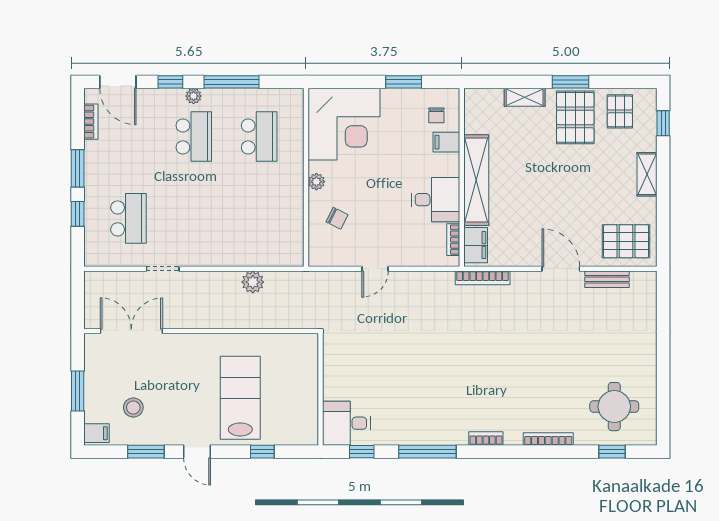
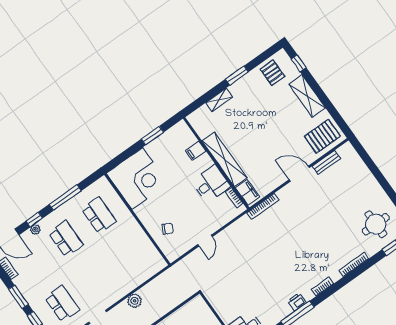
plant: (194, 96) -> (35, 230), moved
chair: (436, 115) -> (181, 141), removed
pallet: (575, 117) -> (252, 92), removed
shelving: (647, 174) -> (307, 96), width x1.50, depth x1.33
plant: (316, 182) -> (144, 217), removed
plant: (253, 282) -> (135, 301), moved
printer: (438, 435) -> (297, 302), added

